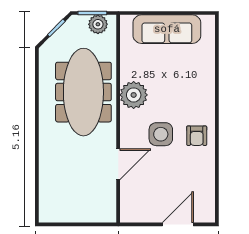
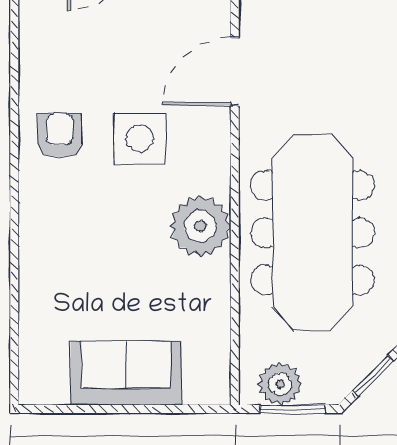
sofa: (167, 29) -> (126, 373), width x0.73

